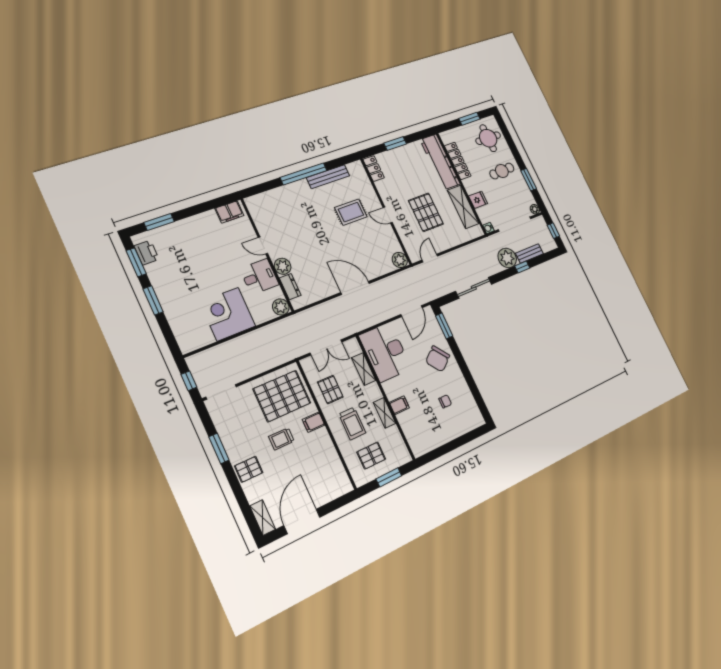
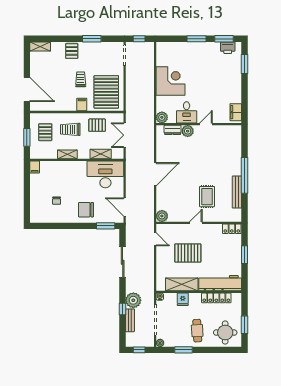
chair: (438, 359) -> (86, 210), turned -52
filing cabinet: (399, 405) -> (35, 167), moved
door: (302, 521) -> (27, 89), moved

